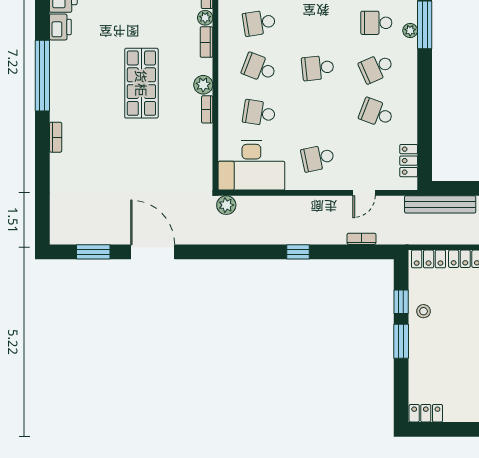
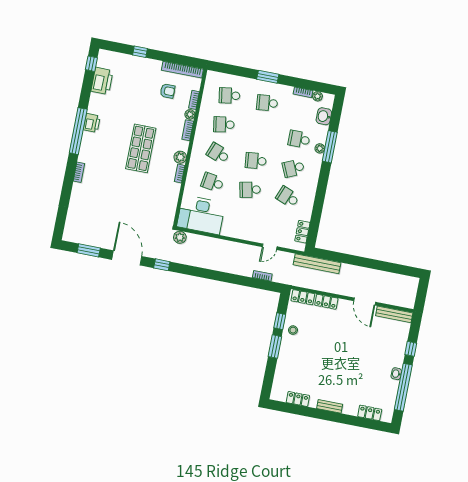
printer: (60, 27) -> (92, 123), moved
school desk: (318, 158) -> (250, 190), moved
window: (298, 252) -> (162, 265), moved
locker: (426, 413) -> (298, 399), moved

